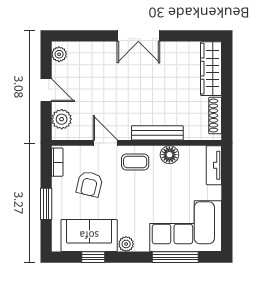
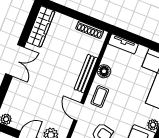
wardrobe: (211, 69) -> (41, 27), moved, turned -90
door: (105, 143) -> (79, 112), hinge flipped

